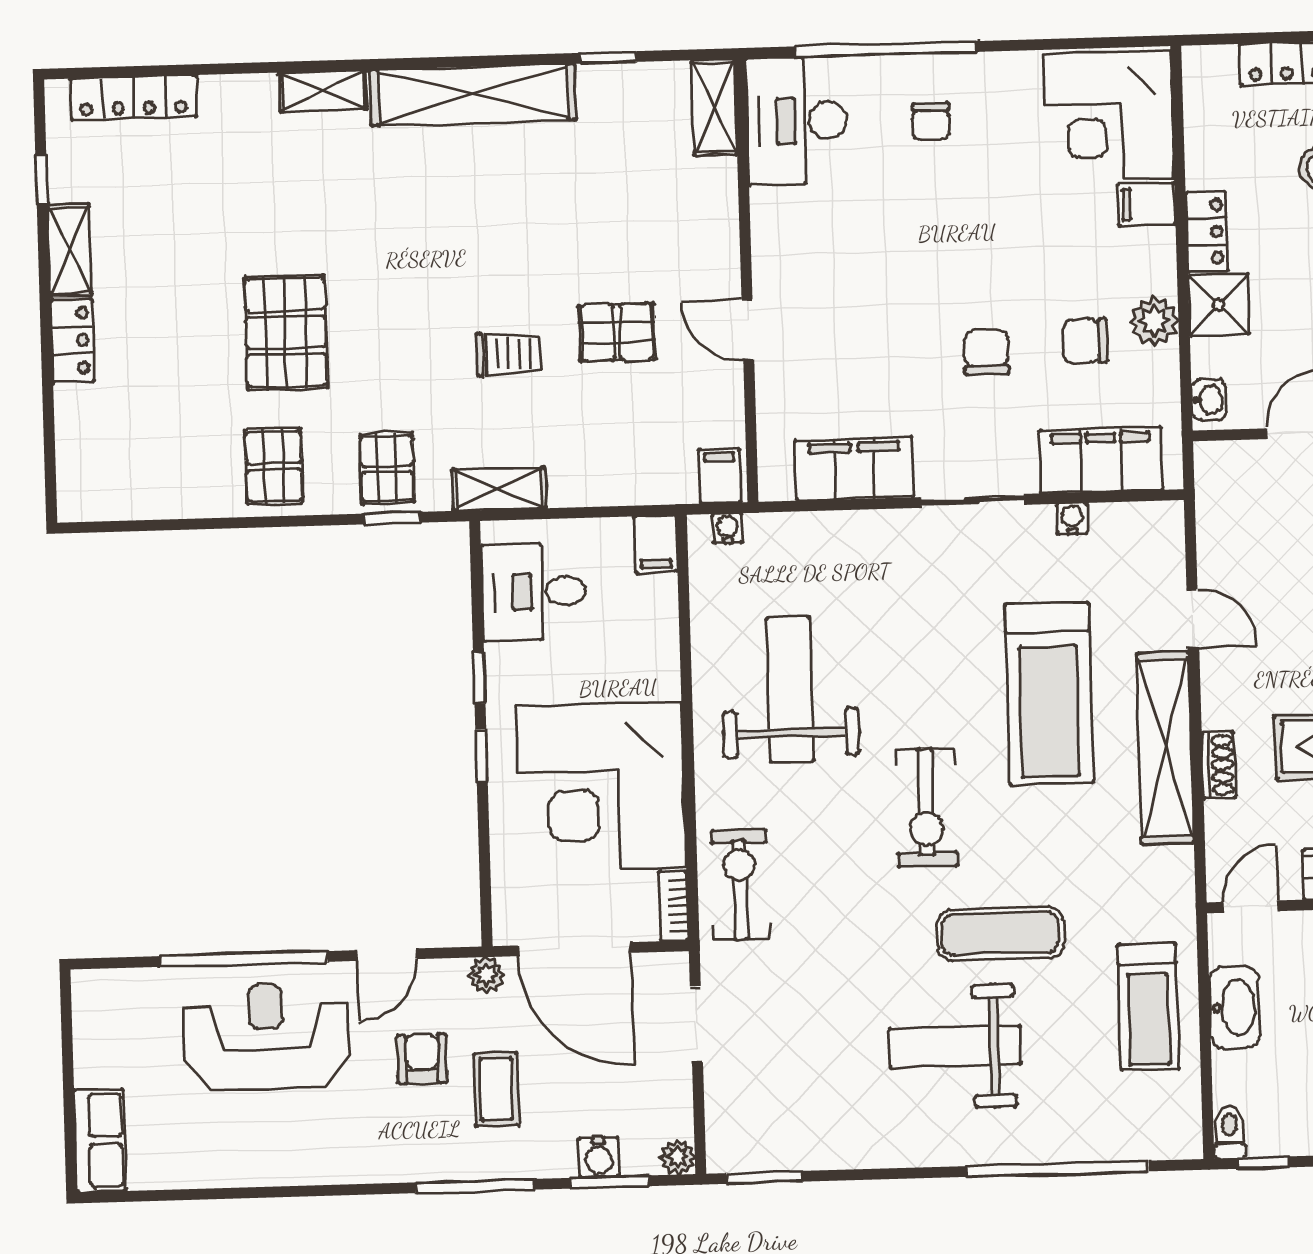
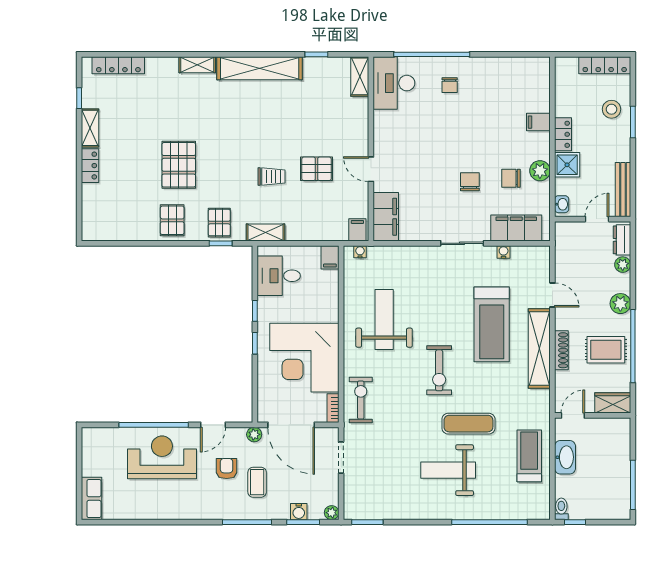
corner desk: (1109, 116) -> (524, 85), removed
filing cabinet: (854, 469) -> (386, 217), moved, turned 90
shoe rack: (1219, 765) -> (561, 350), width x1.43
treadmill: (1148, 1007) -> (529, 456), turned 180

